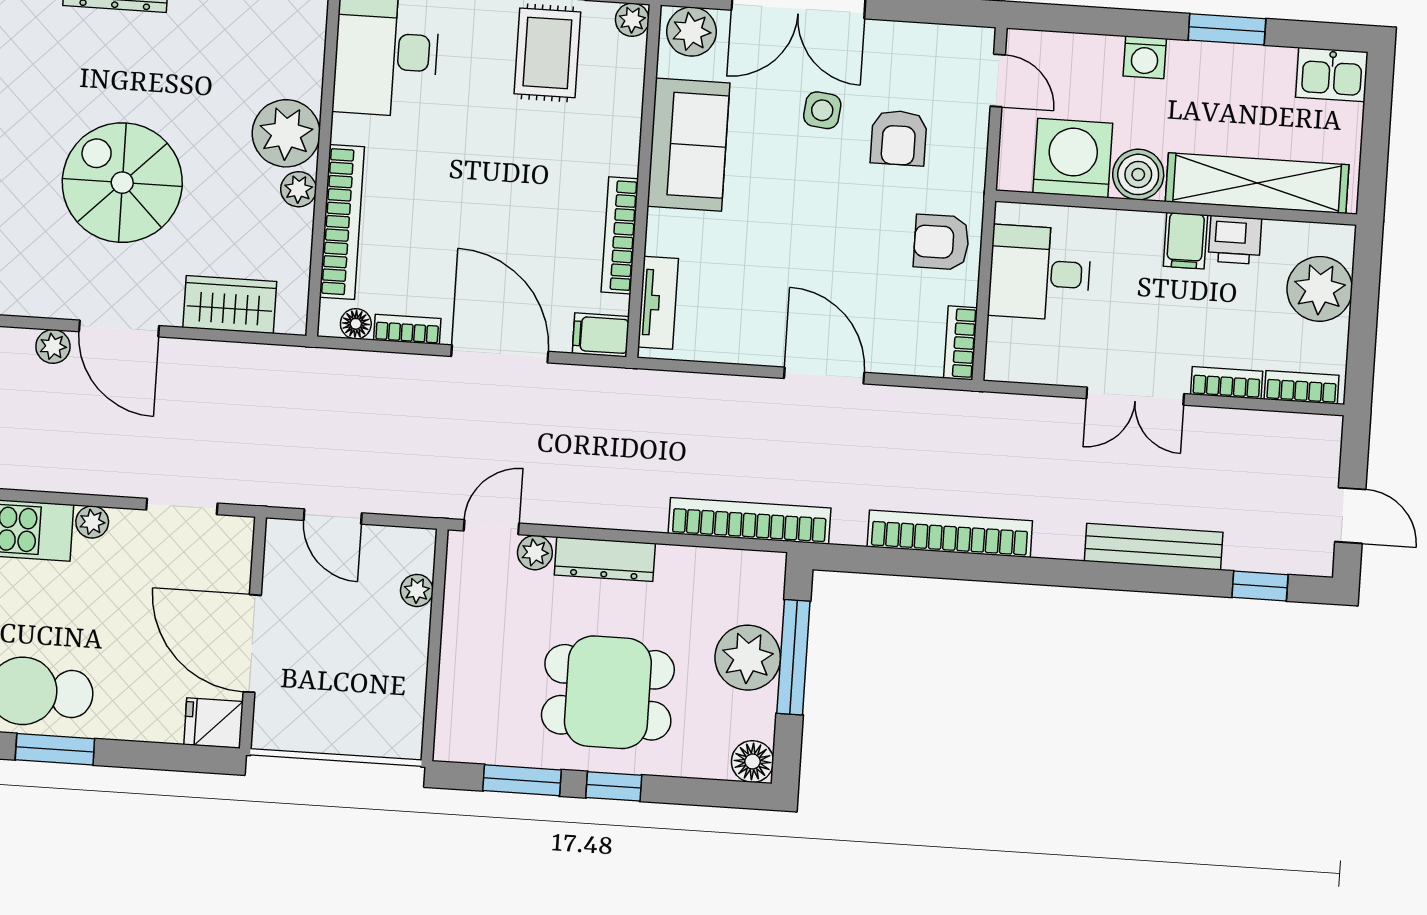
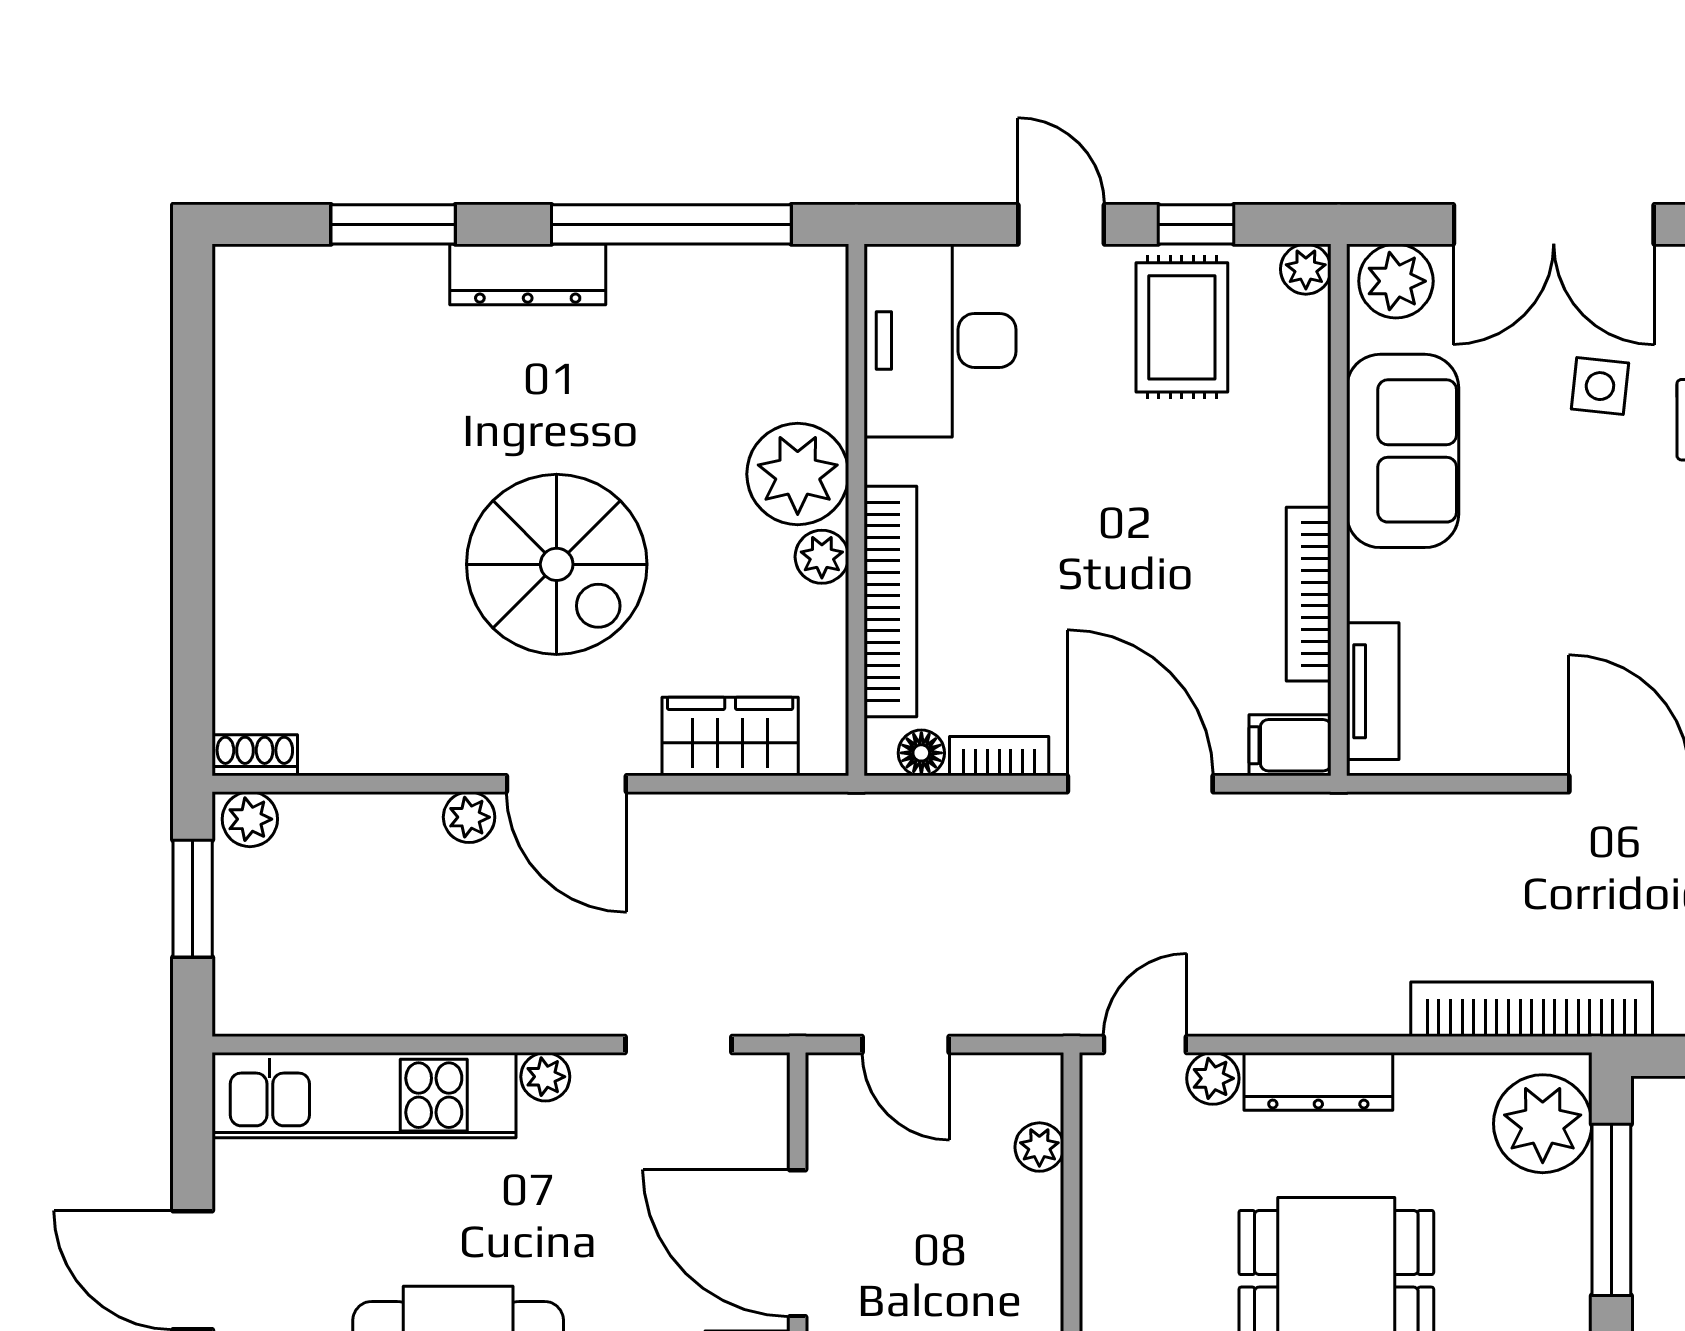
spiral stairs: (122, 183) -> (557, 564), turned 180
plant: (748, 658) -> (1543, 1124), moved

